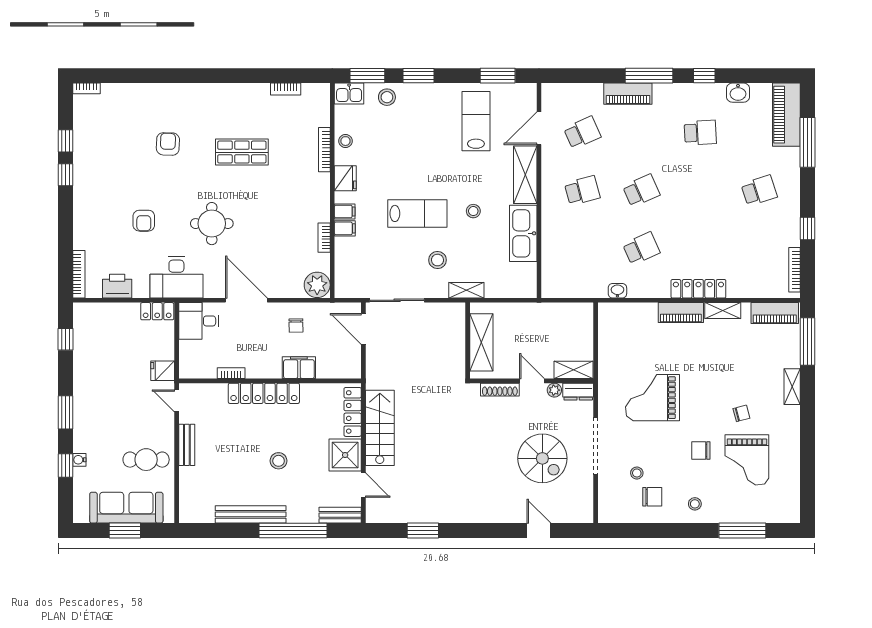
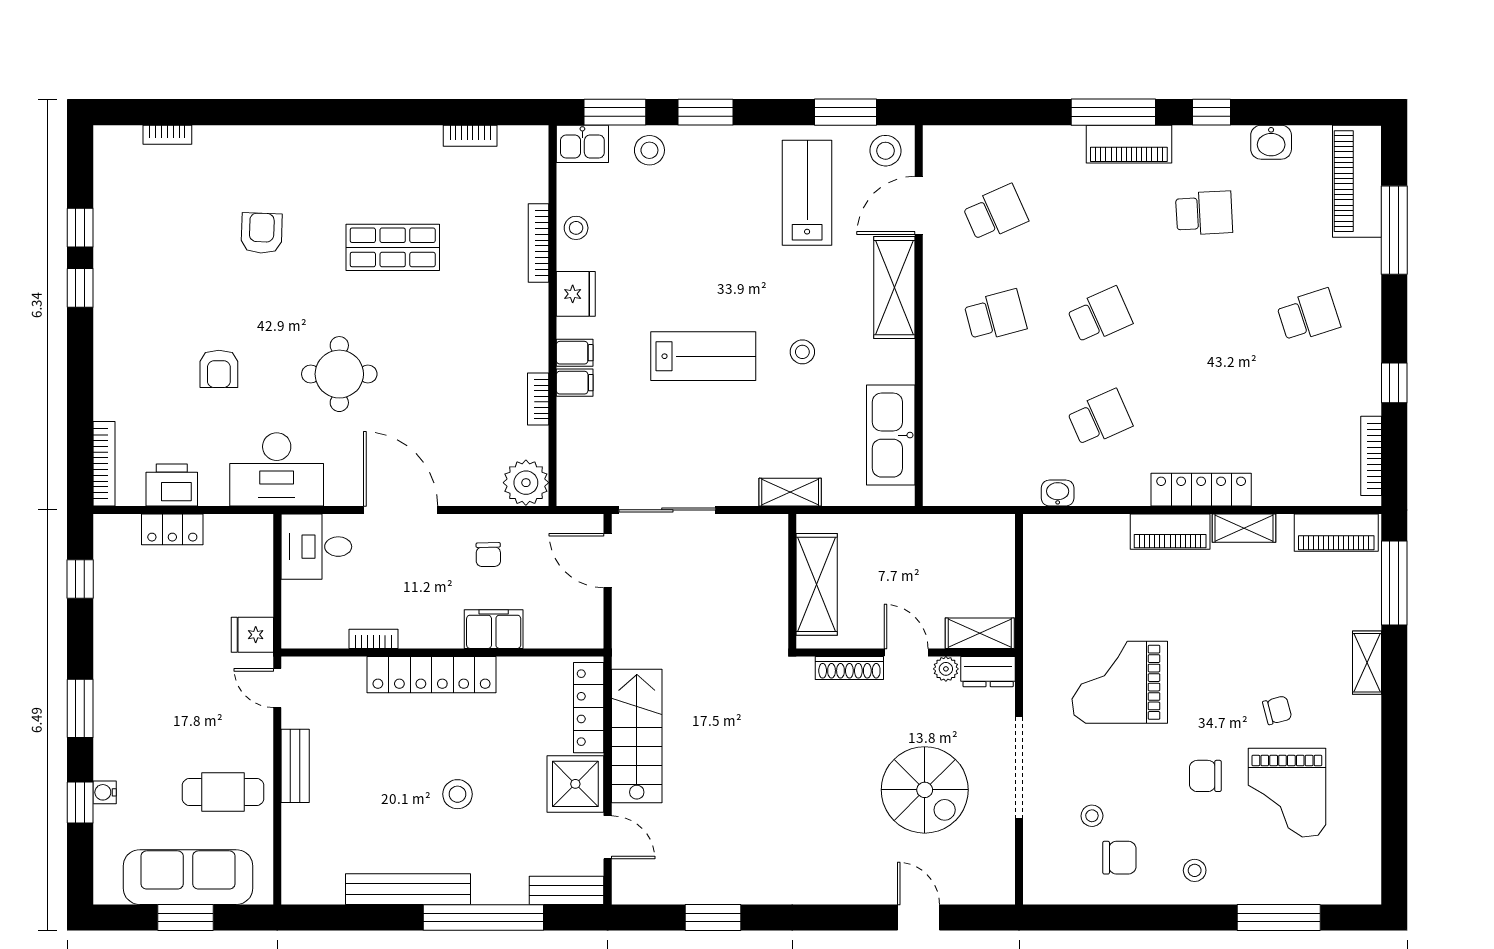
bookcase: (86, 88) -> (167, 135), moved
piano: (628, 94) -> (1129, 144), moved
kitchen sink: (523, 233) -> (891, 435), moved
stool: (438, 260) -> (886, 151), moved
locker: (157, 311) -> (172, 529), moved

